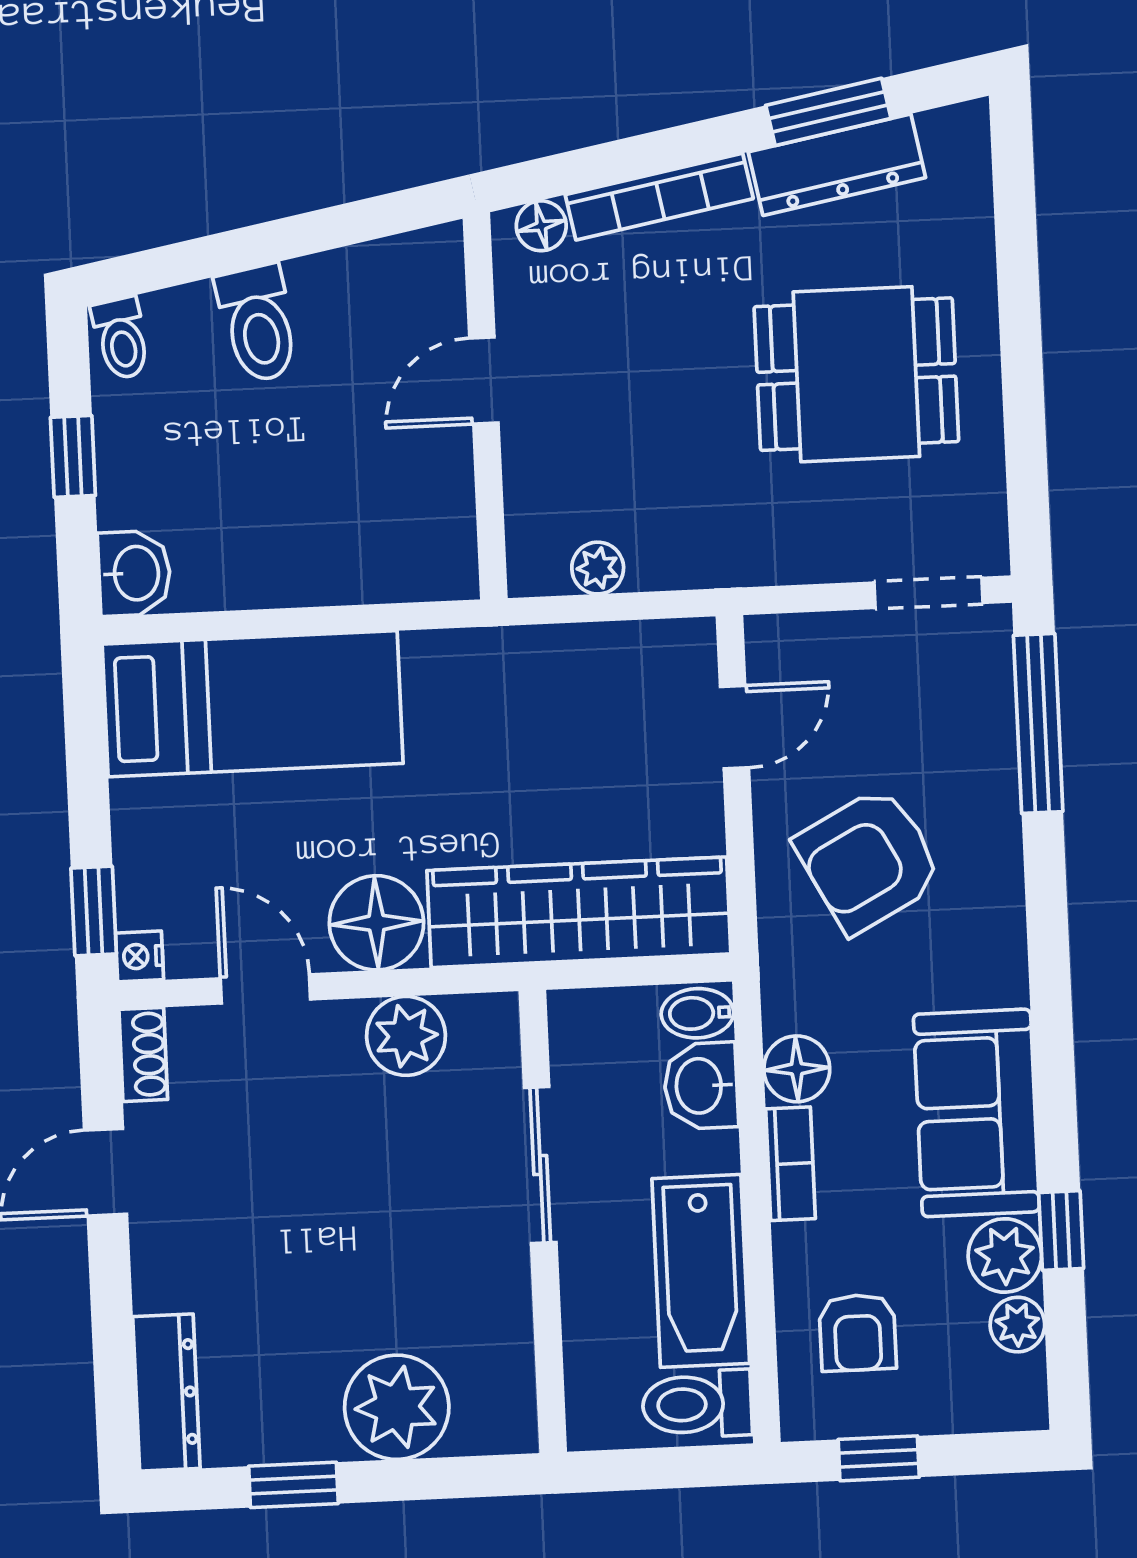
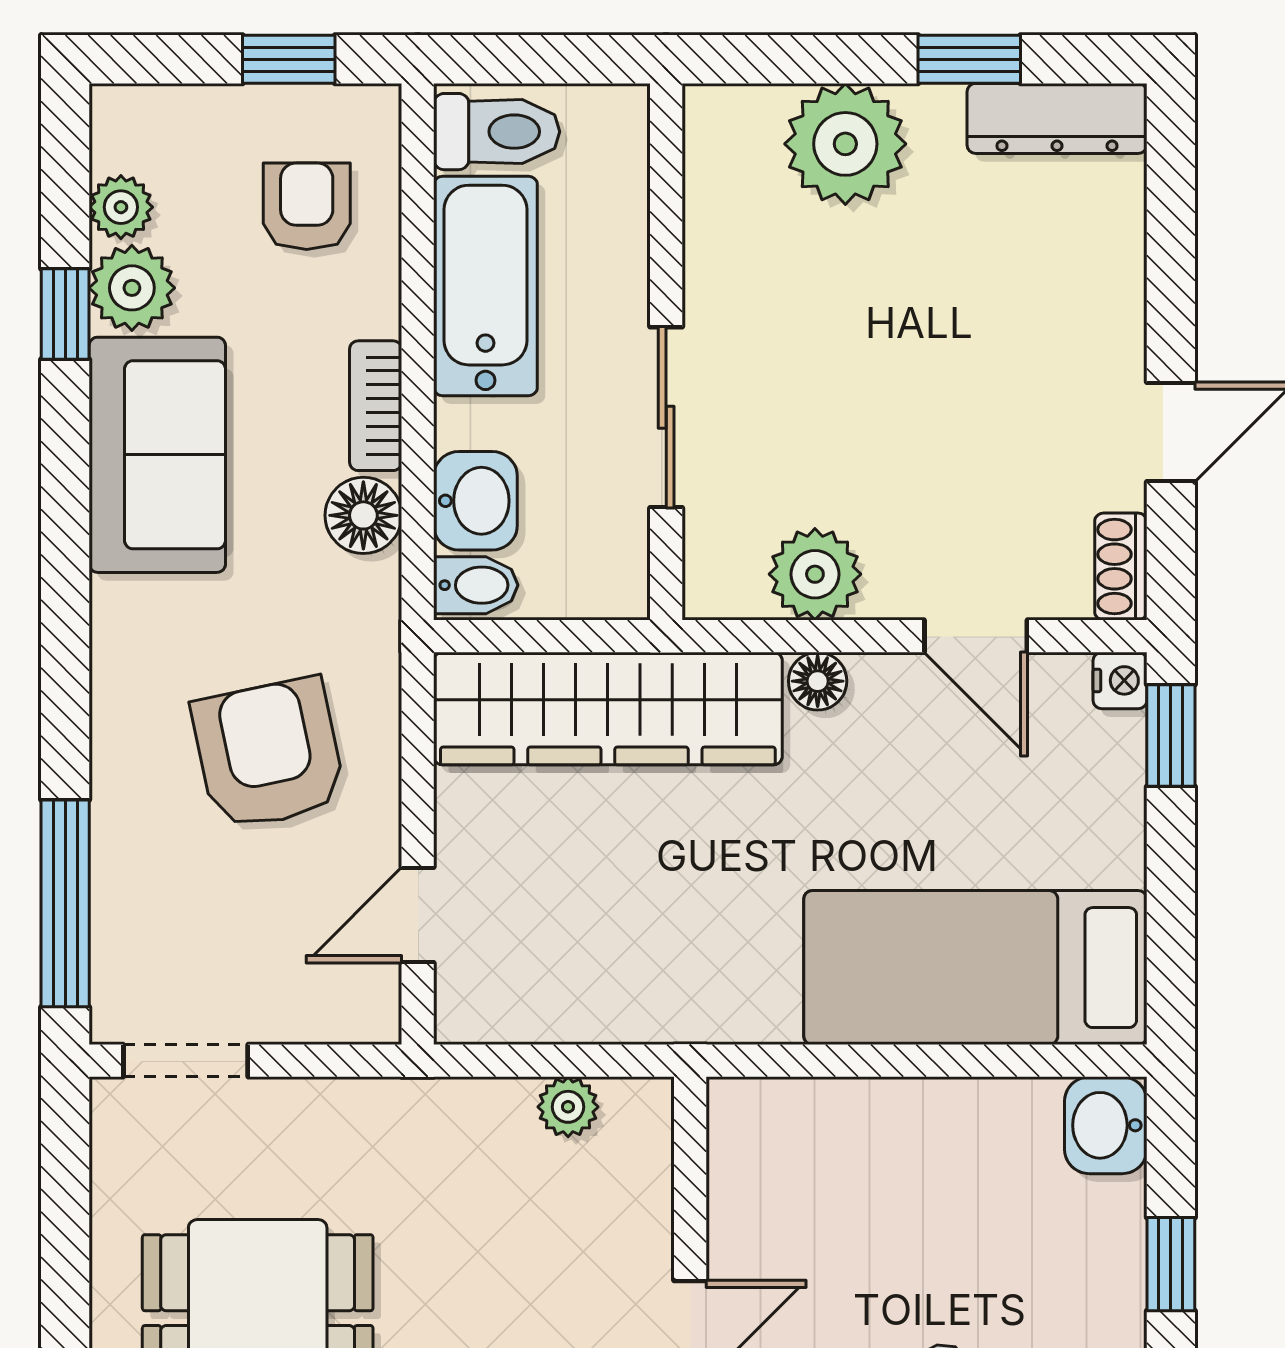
armchair: (869, 860) -> (269, 754), turned -74
floor lamp: (376, 923) -> (818, 681), width x0.53, depth x0.53
dresser: (166, 1393) -> (1057, 118), moved, turned -90

